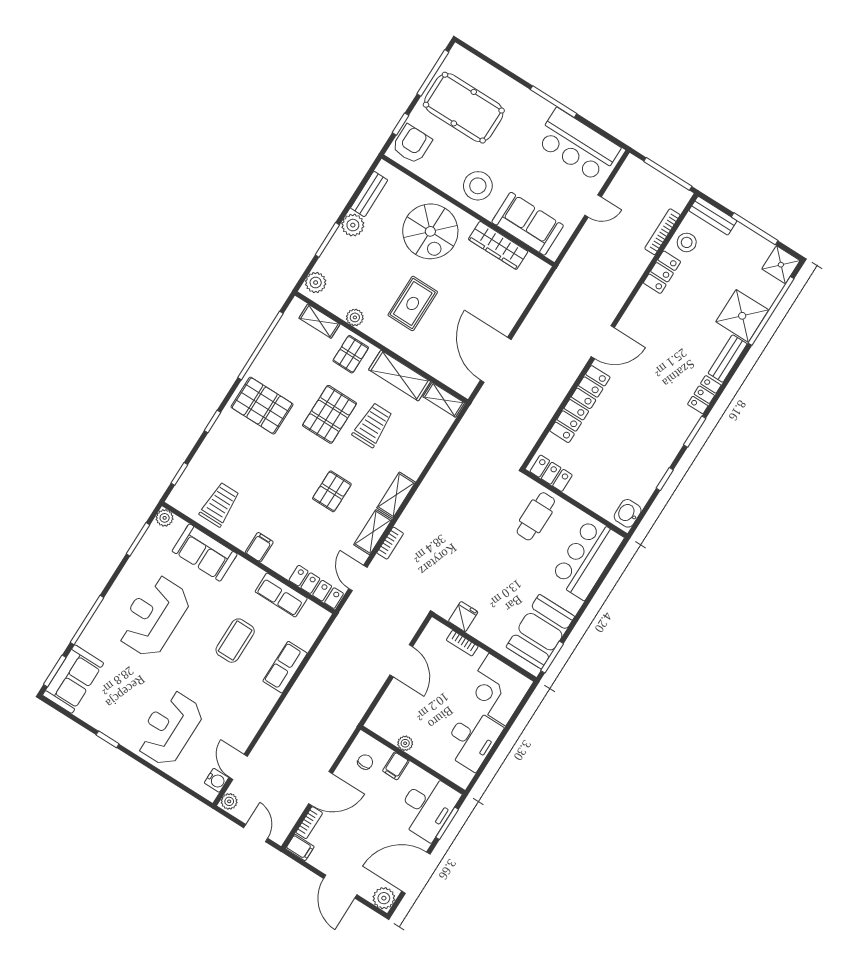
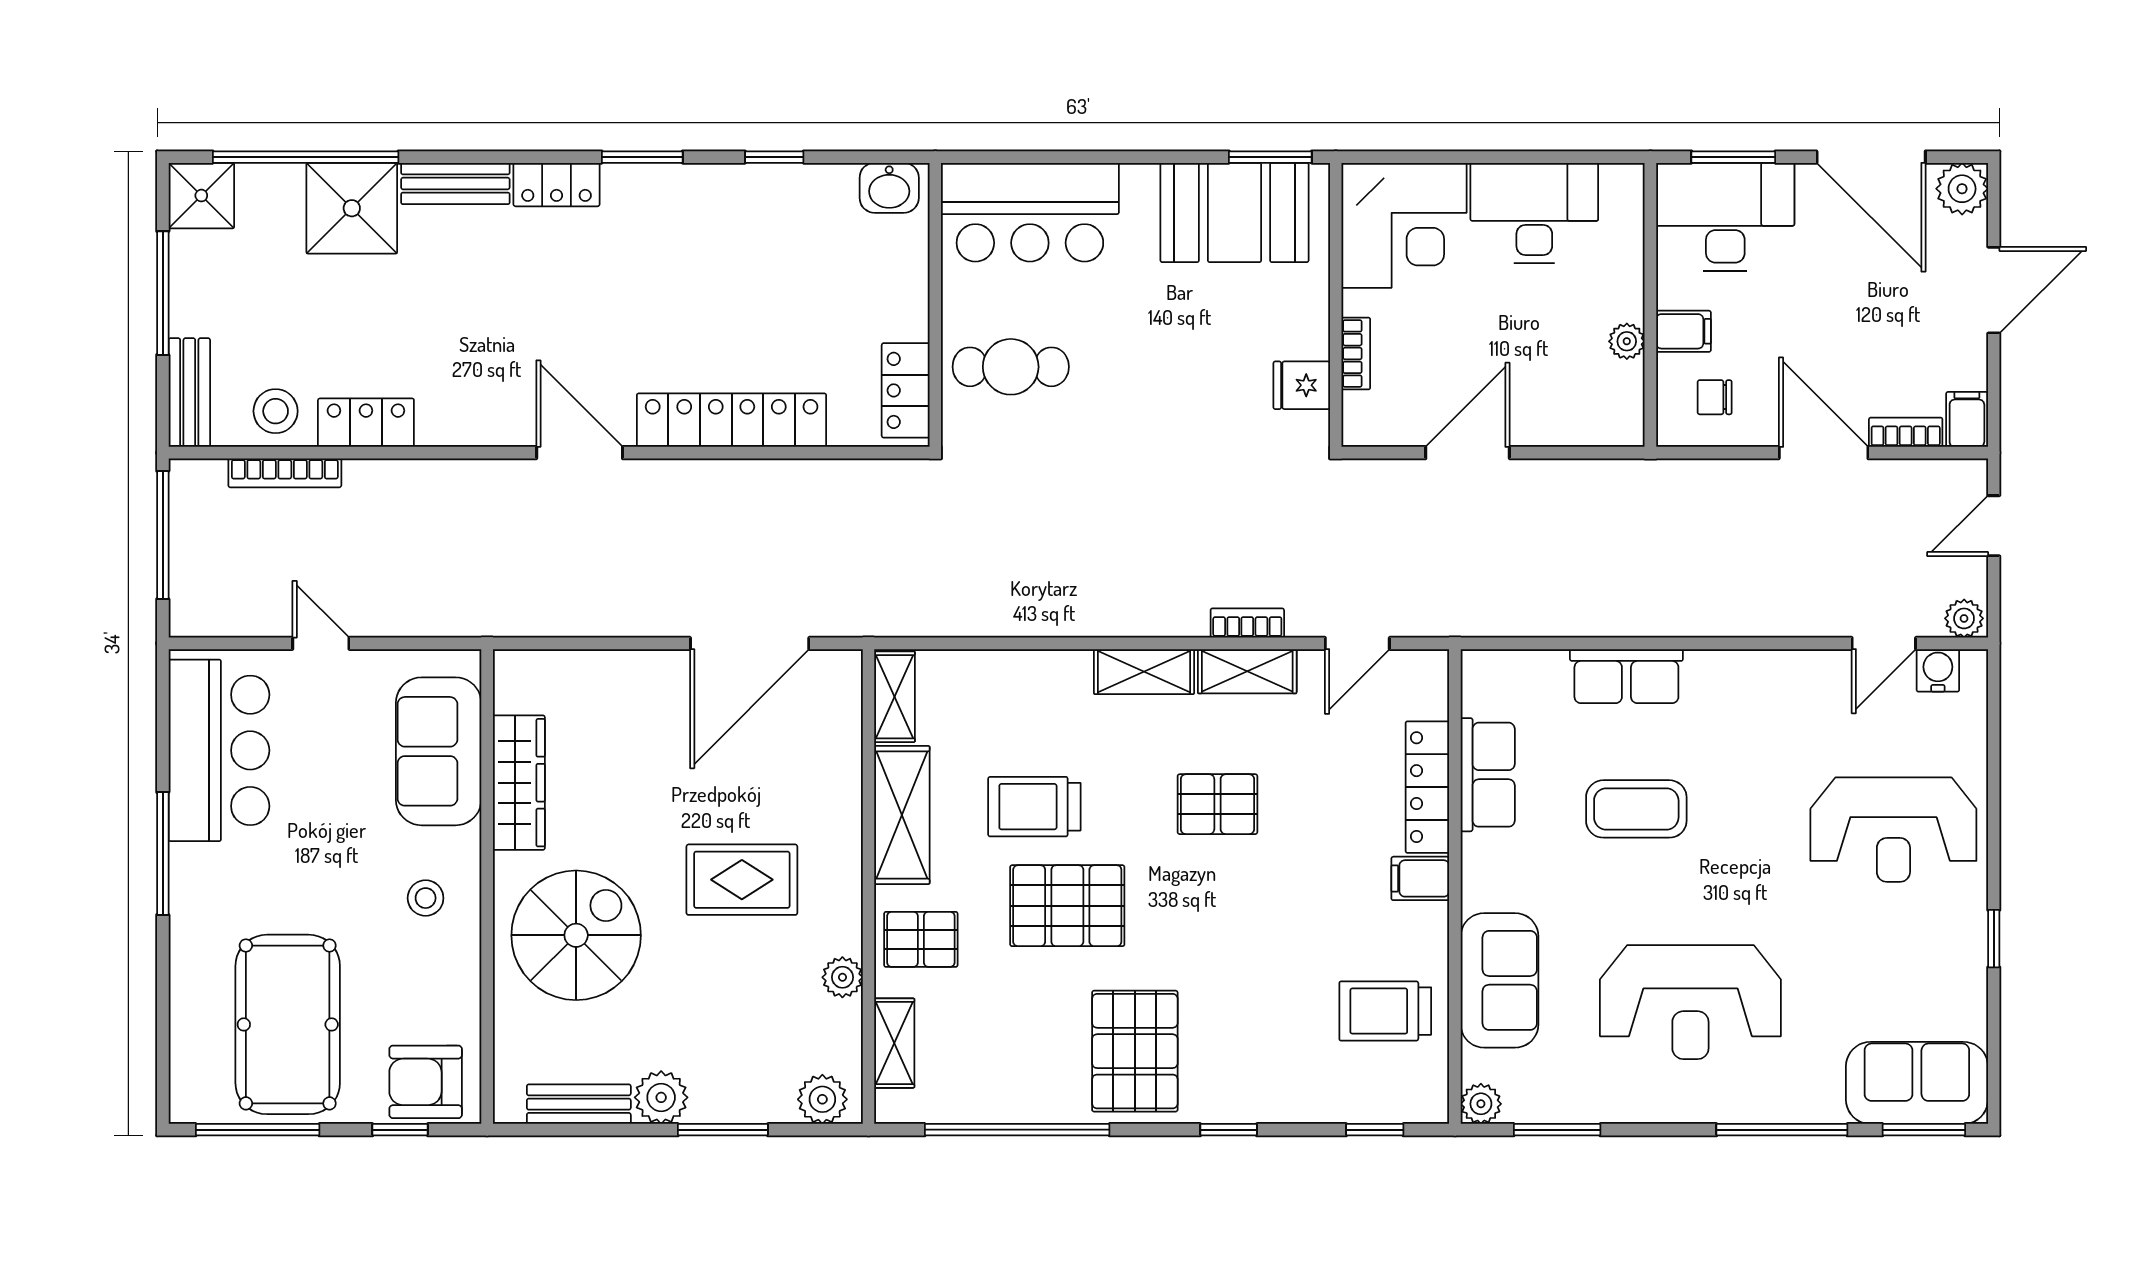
stool: (478, 186) -> (426, 898), width x0.53, depth x0.53
locker: (316, 587) -> (1427, 787), moved

